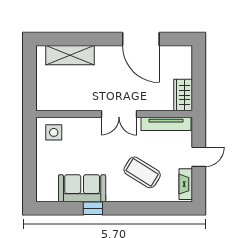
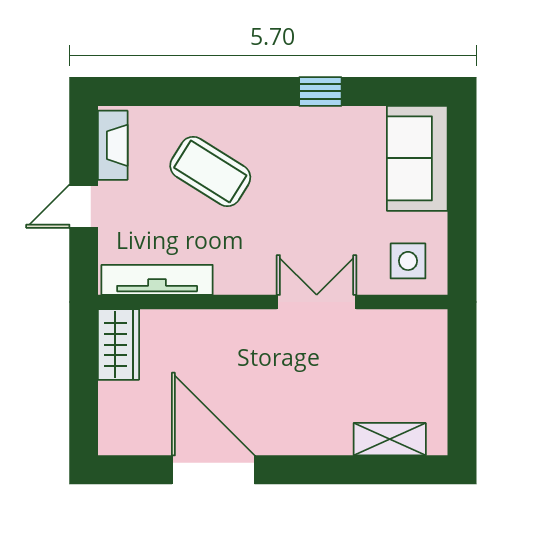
shelving: (70, 55) -> (390, 439), width x0.67, depth x0.75
double door: (119, 114) -> (317, 302), moved
sofa: (82, 188) -> (417, 158), moved, turned 90

